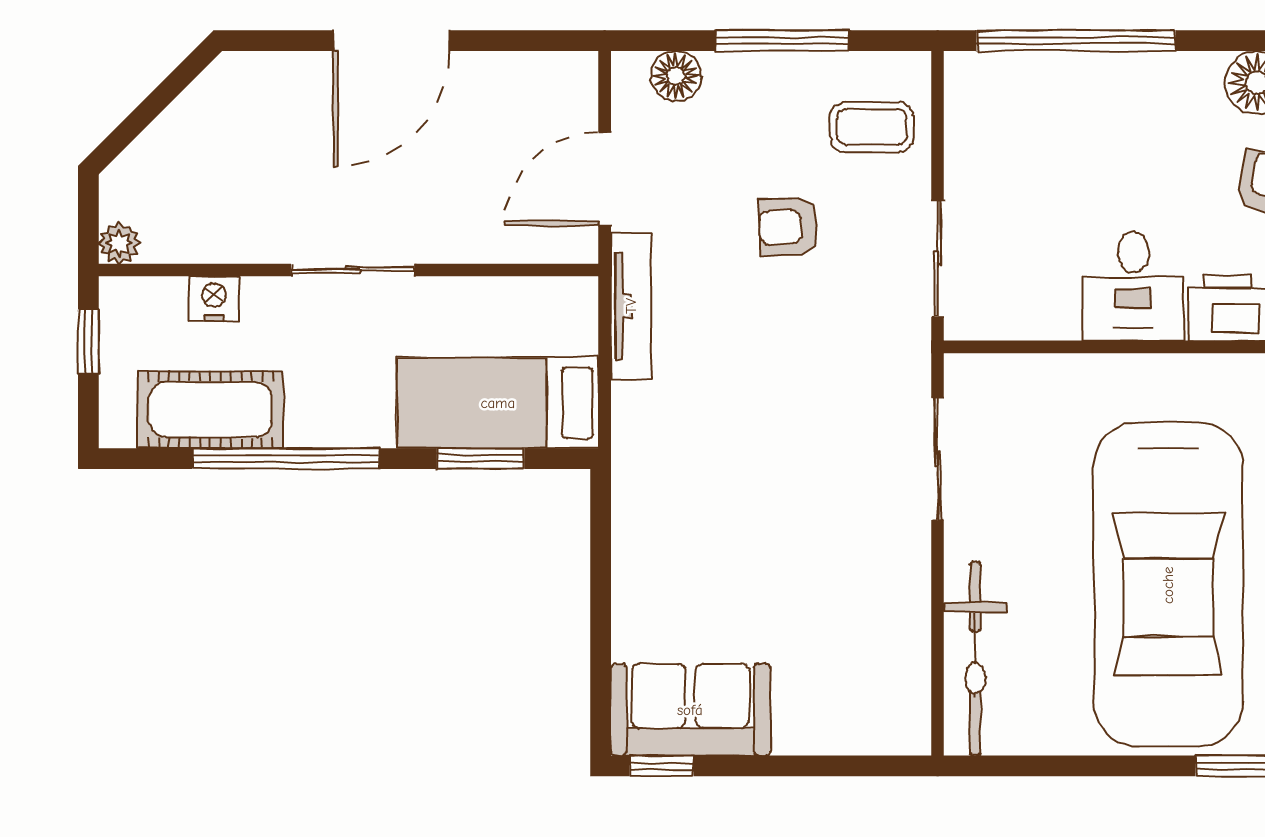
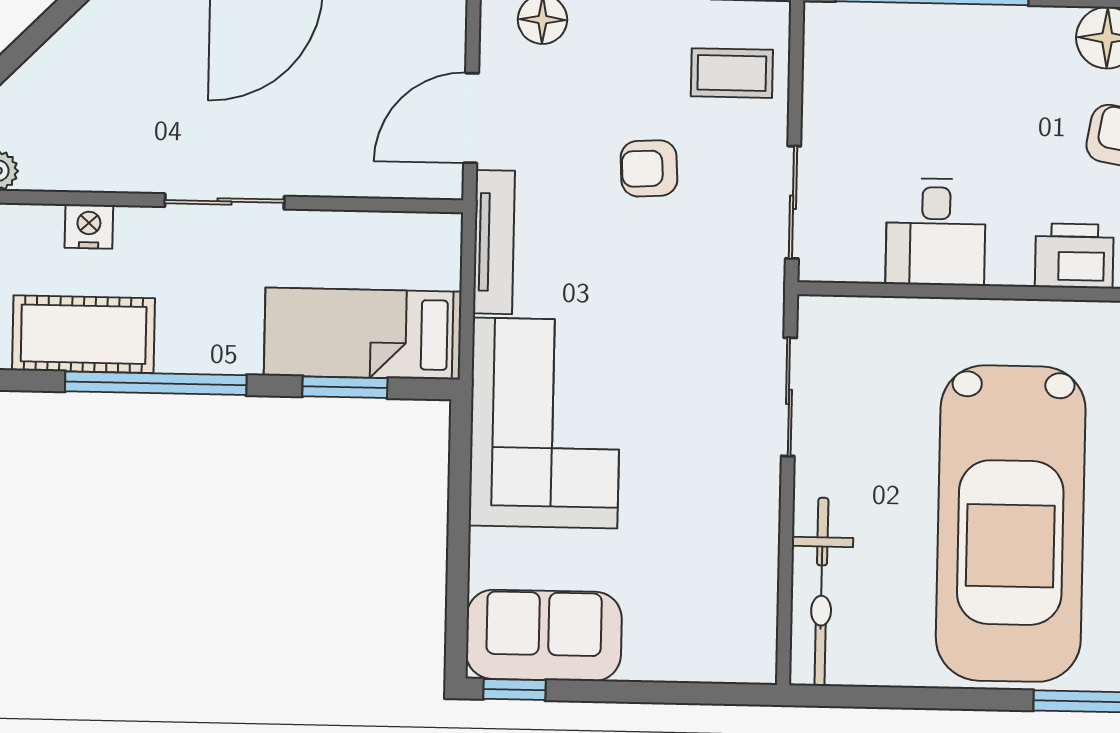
desk: (1133, 286) -> (936, 232), moved
corner sofa: (687, 491) -> (545, 423), added

